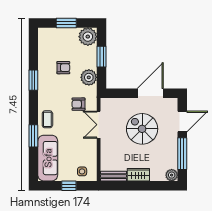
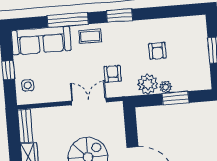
plant: (88, 37) -> (166, 87), moved, width x0.53, depth x0.53
window: (33, 80) -> (120, 16), moved
window: (33, 136) -> (68, 20), width x1.44

